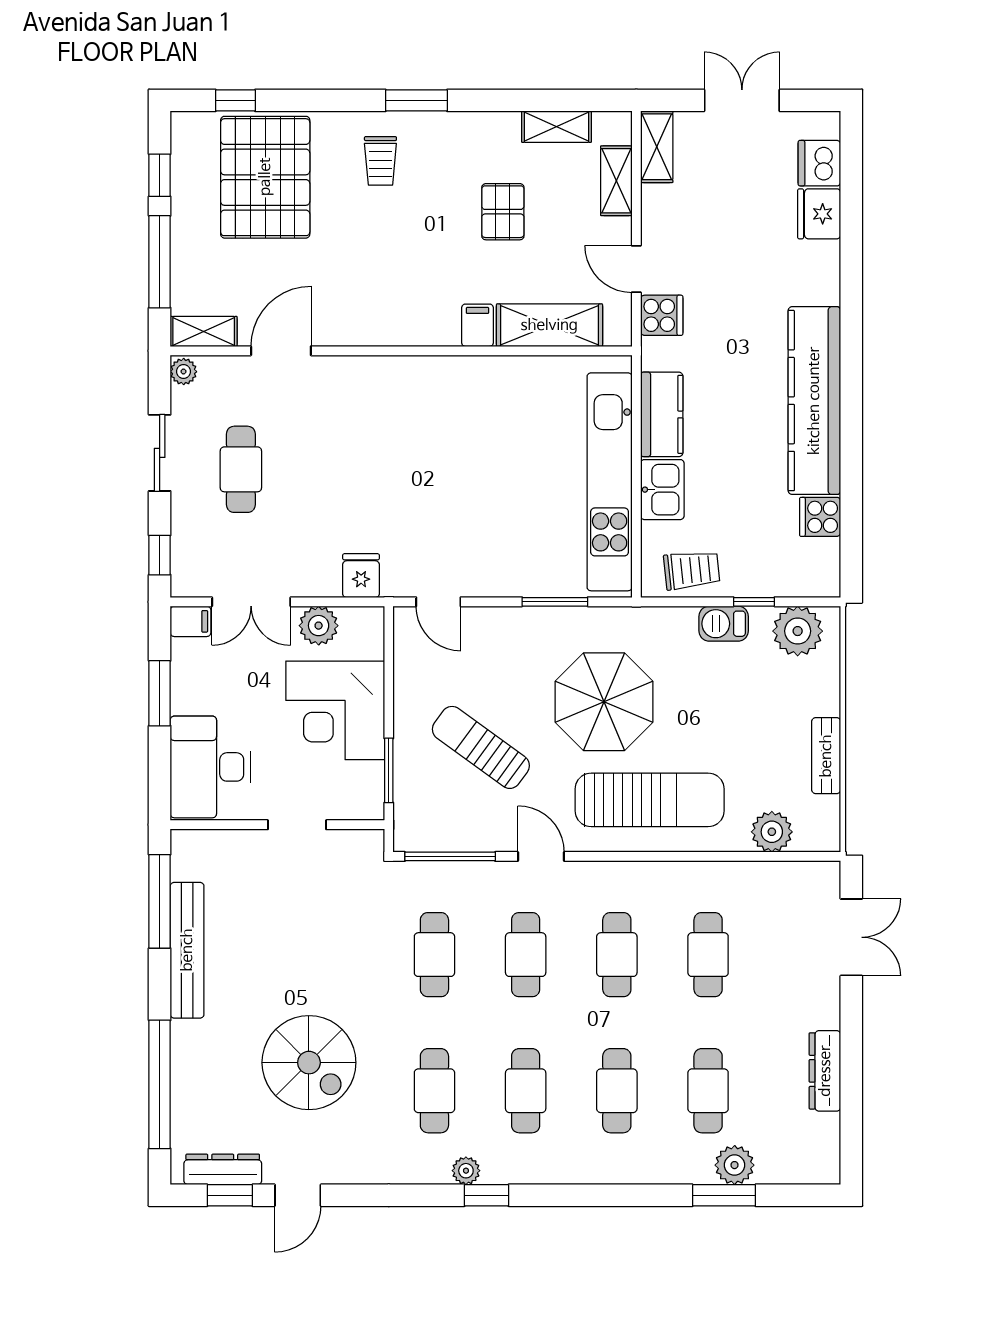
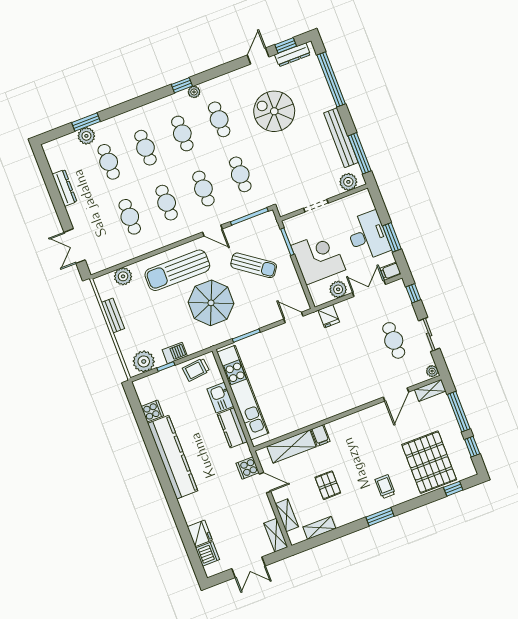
desk: (210, 767) -> (368, 236), moved
plant: (208, 849) -> (348, 182), added

